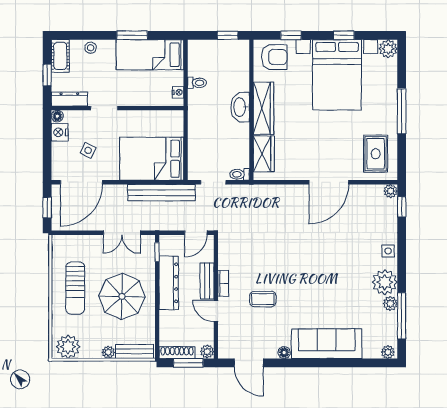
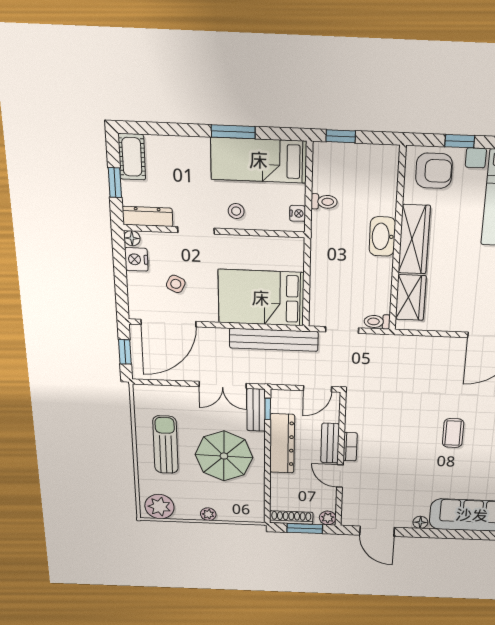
window: (228, 35) -> (341, 136), moved
stool: (91, 48) -> (236, 211), moved
sun lounger: (75, 288) -> (165, 445), turned 180
coffee table: (263, 299) -> (453, 433), moved, turned 90
bench: (135, 351) -> (256, 410), moved, turned 90

